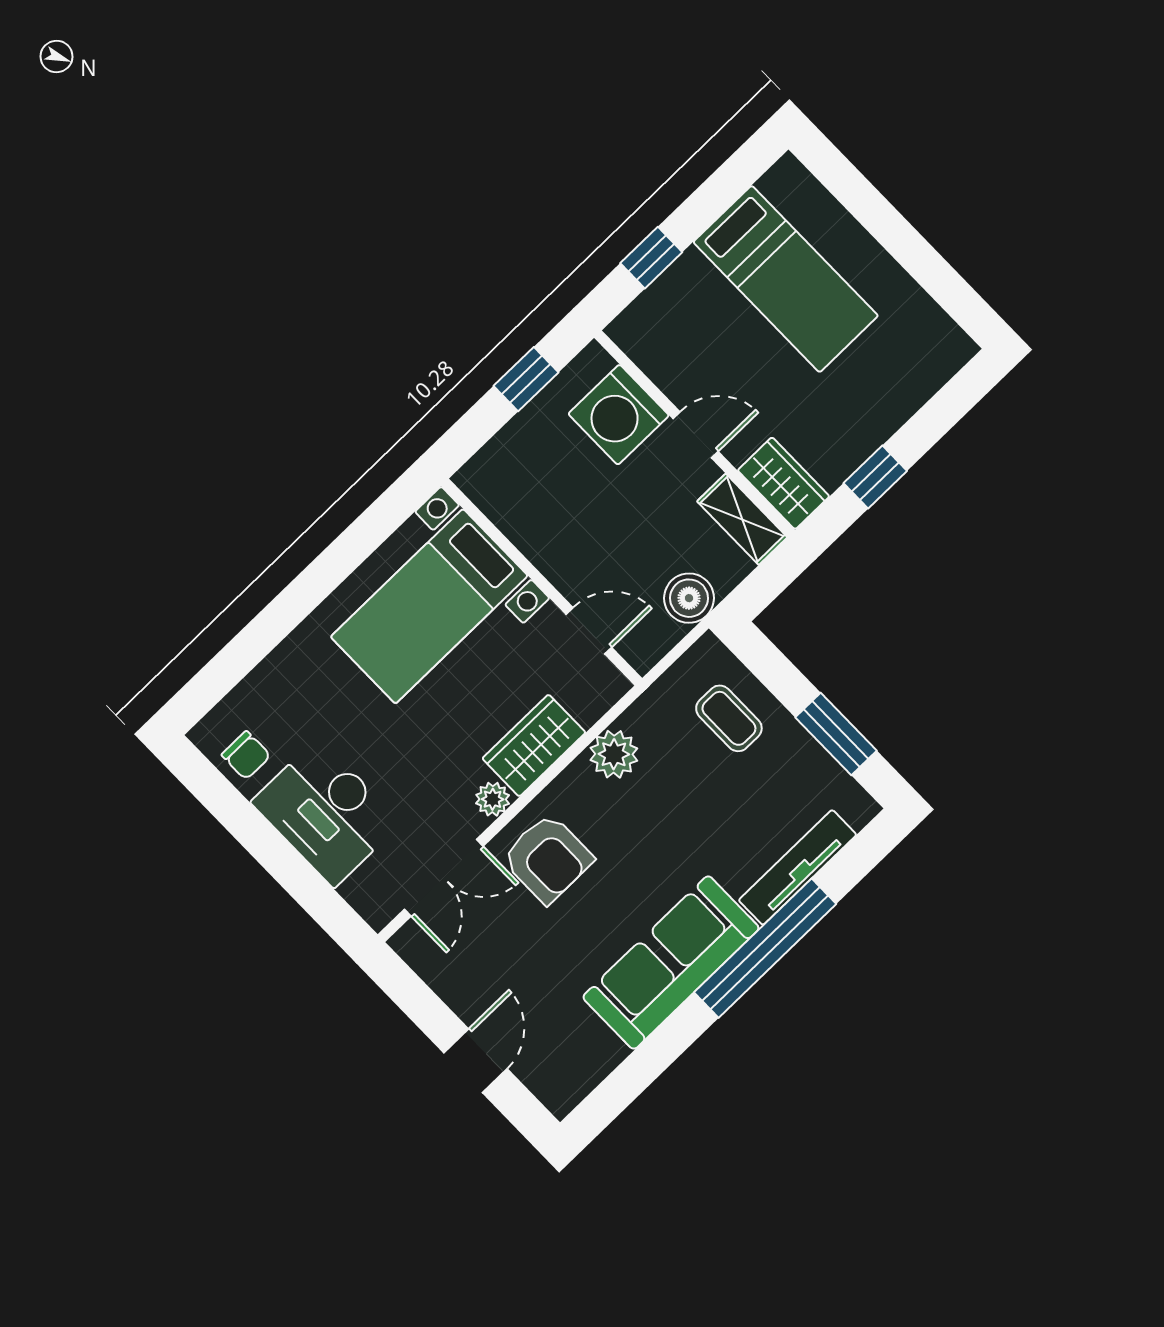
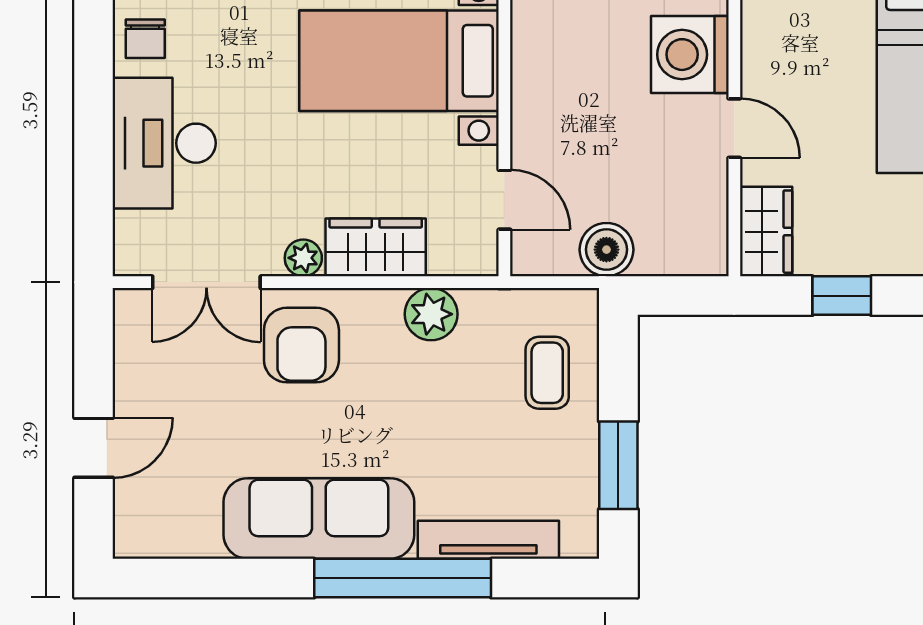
shelving: (742, 519) -> (707, 228), removed

